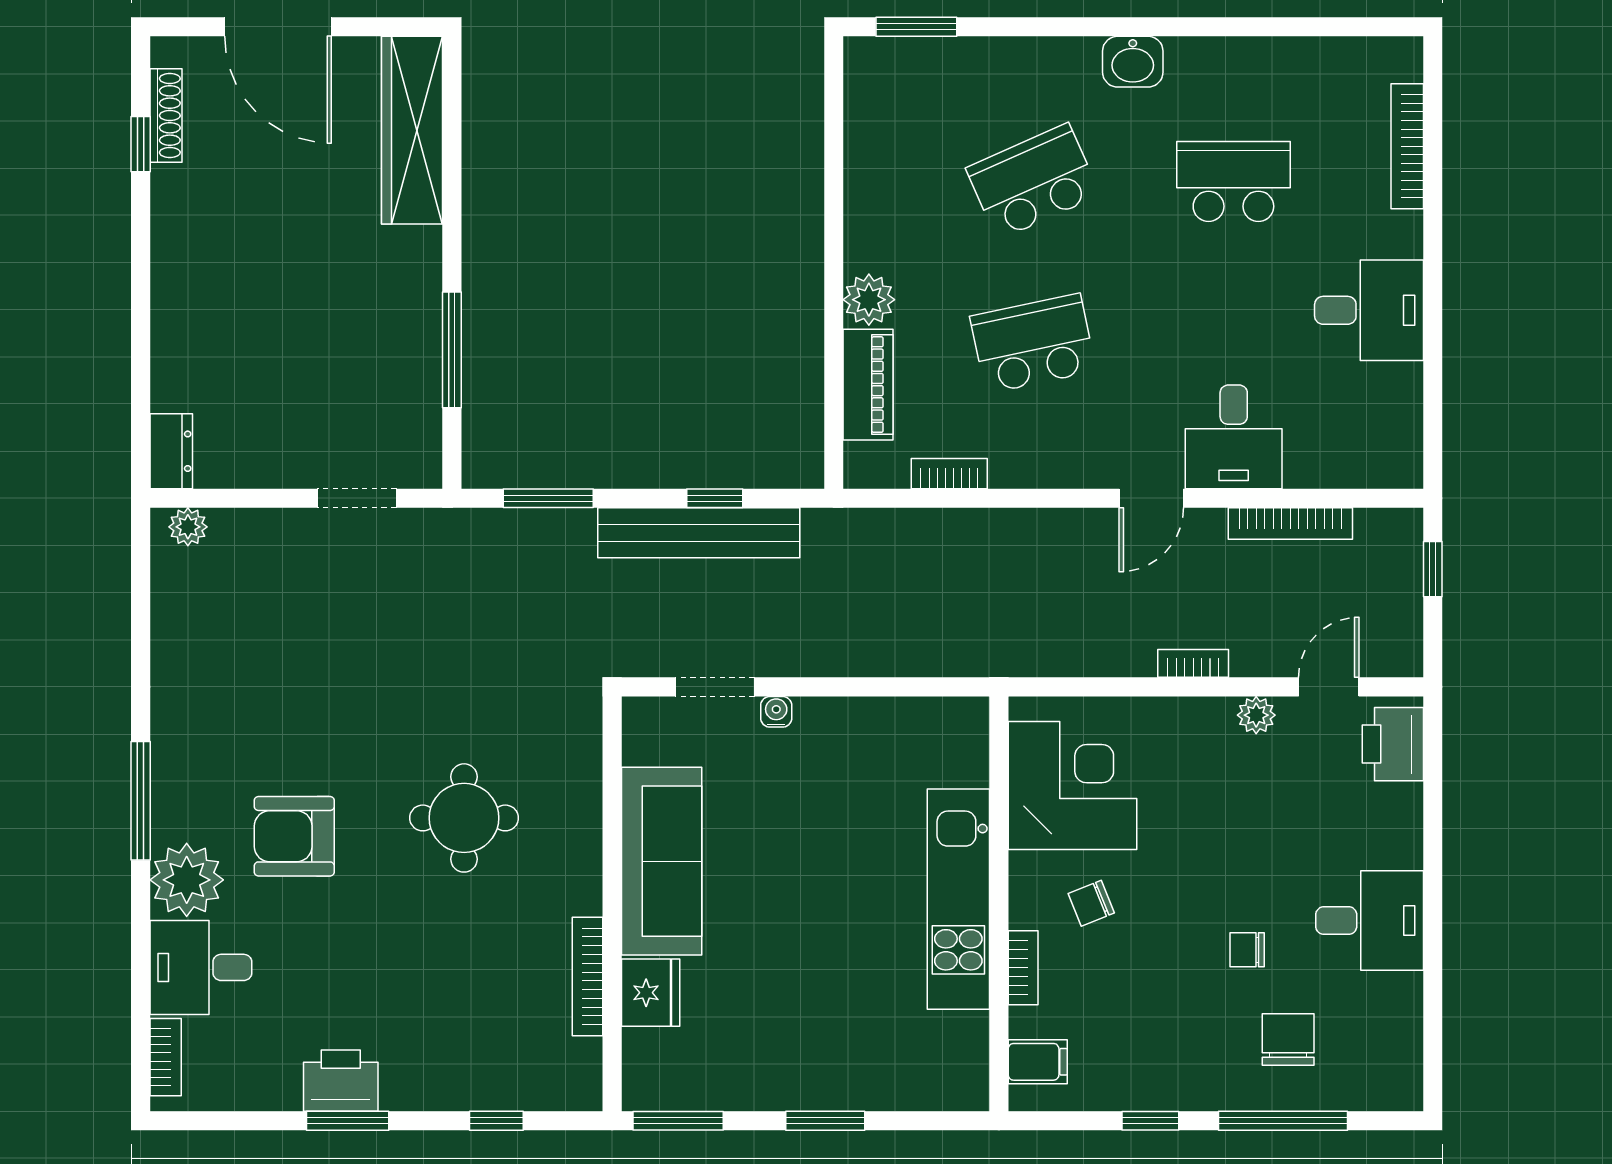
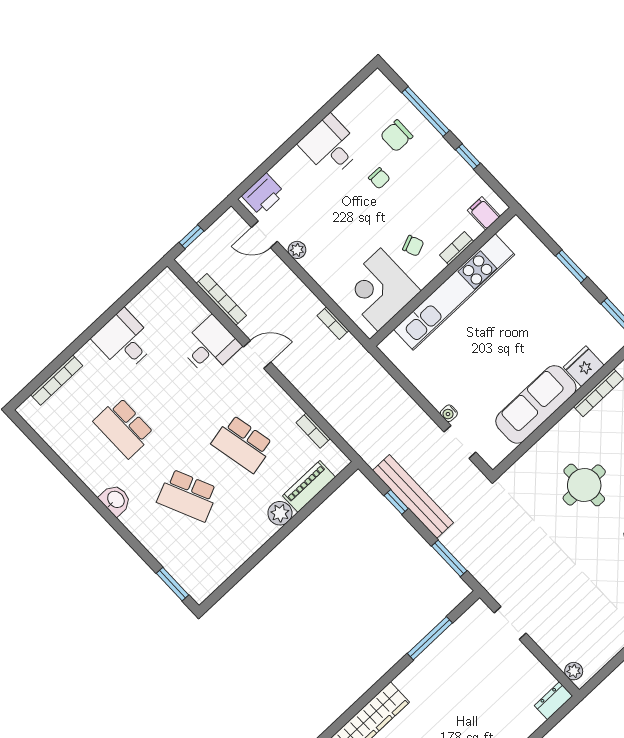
bookcase: (1193, 663) -> (333, 323), moved
kitchen unit: (958, 899) -> (454, 292), width x1.36

